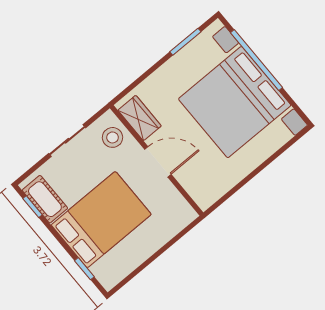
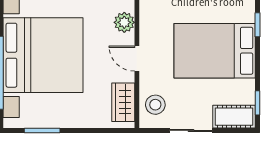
door: (158, 162) -> (137, 59), width x0.73
plant: (192, 182) -> (124, 22), added
cot: (45, 199) -> (234, 117), moved, turned 90

